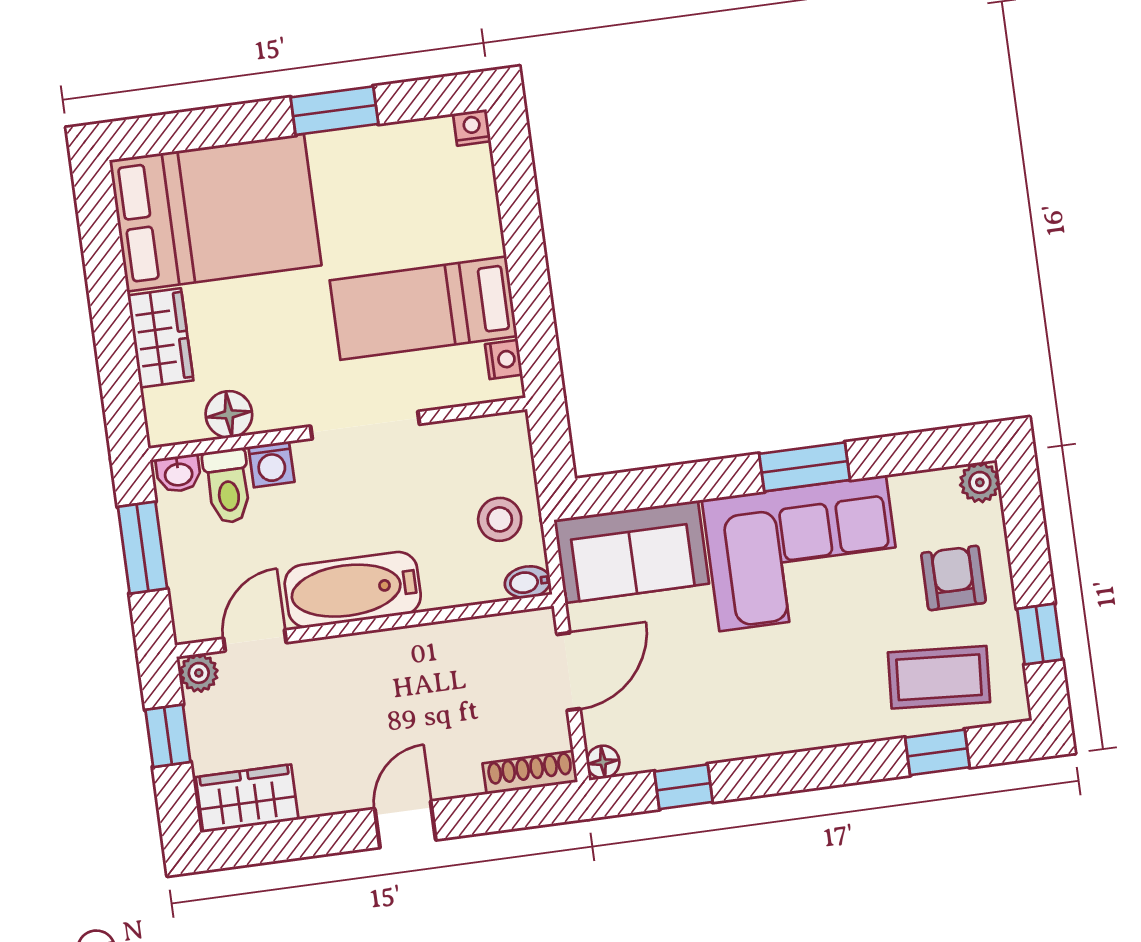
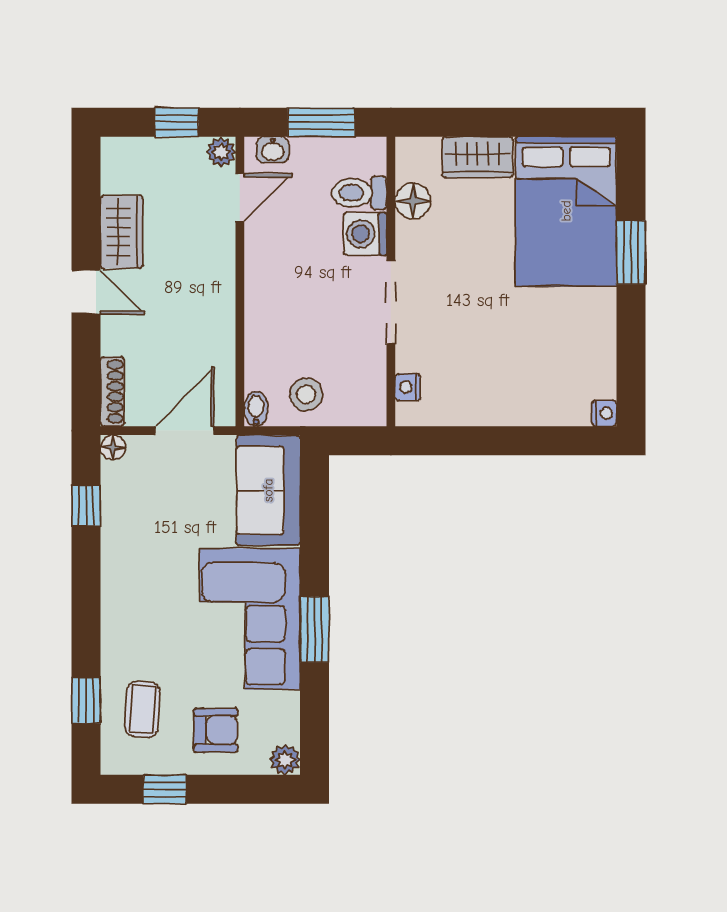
window: (334, 111) -> (631, 252), moved
bed: (423, 308) -> (473, 358), removed
nightstand: (504, 359) -> (408, 387), moved, turned 90
washing machine: (271, 464) -> (365, 234), width x1.38, depth x1.38
washbasin: (178, 474) -> (273, 150), moved, turned -90
bathtub: (353, 590) -> (268, 276), removed
door: (255, 640) -> (240, 198), hinge flipped
door: (569, 672) -> (184, 431), swing flipped
coffee table: (939, 677) -> (142, 709), width x0.73, depth x0.77
wardrobe: (247, 798) -> (122, 232), moved

